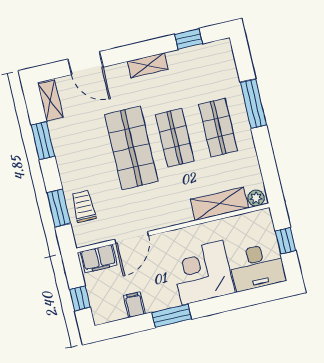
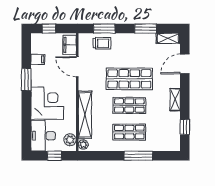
shelving: (219, 204) -> (85, 115), width x1.47
plant: (253, 221) -> (70, 140), added

